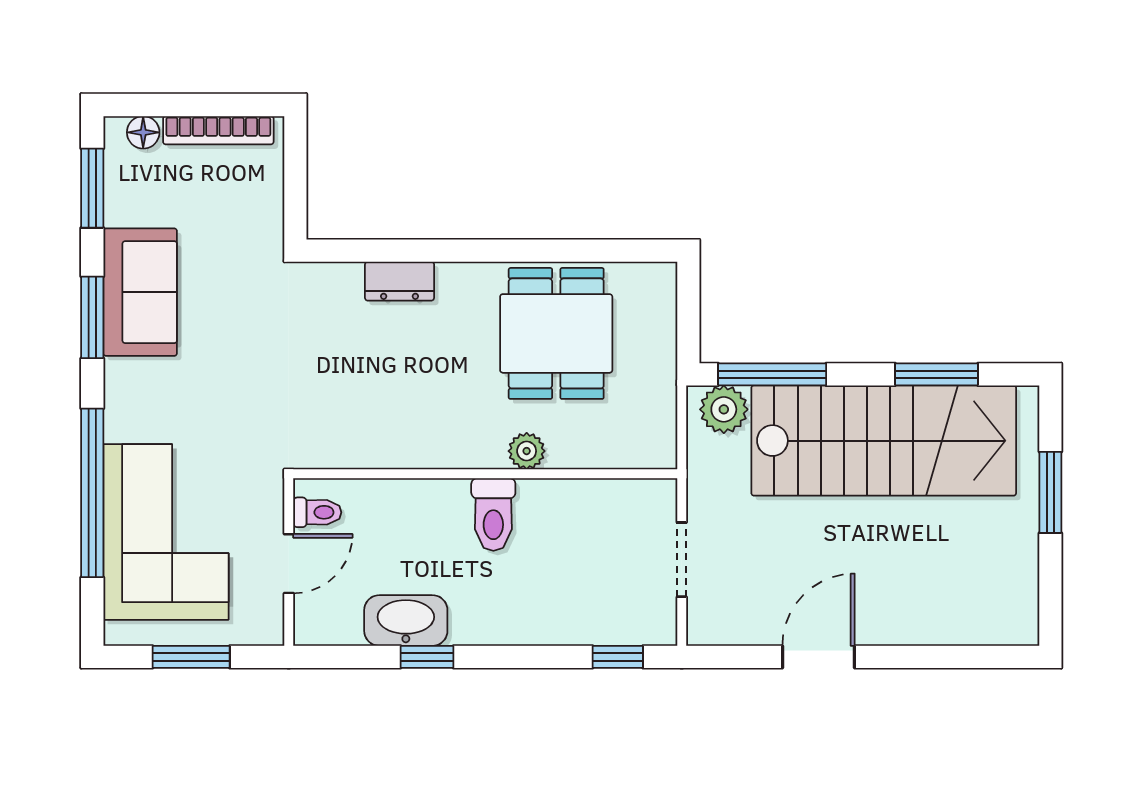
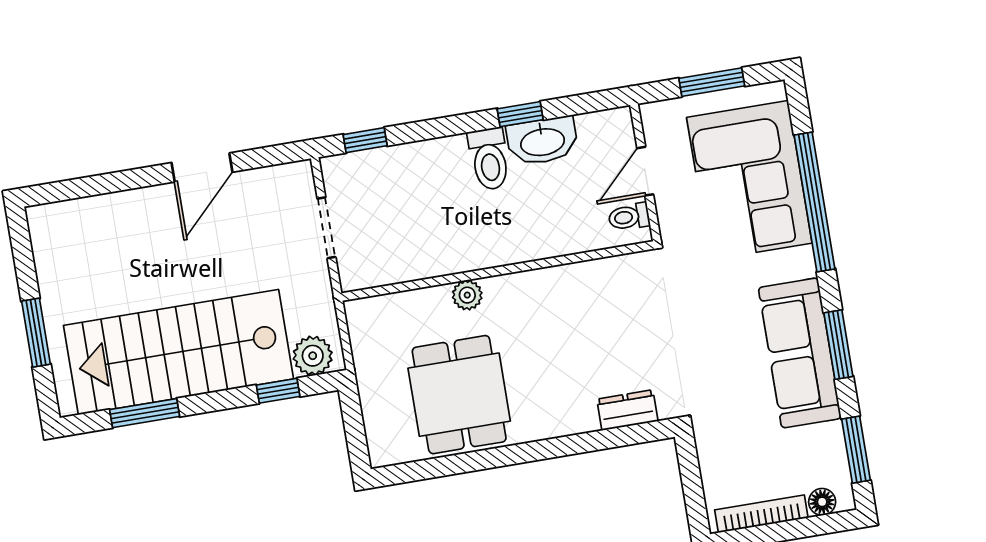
dresser: (400, 281) -> (627, 410), moved
sofa: (140, 292) -> (800, 353), width x1.36
window: (772, 374) -> (278, 391), width x0.46
toilet: (493, 514) -> (489, 159), moved, turned 180

